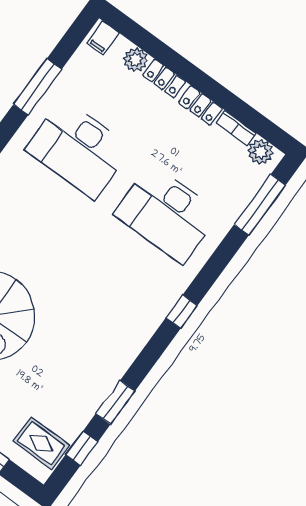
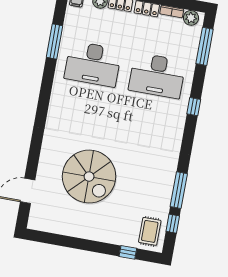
window: (182, 312) -> (194, 107), moved
window: (115, 402) -> (179, 190), width x1.44
rug: (41, 443) -> (150, 231), turned 90

